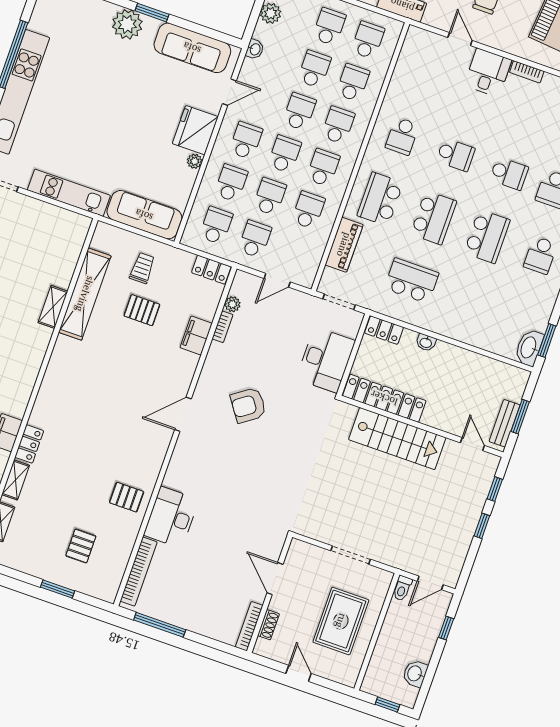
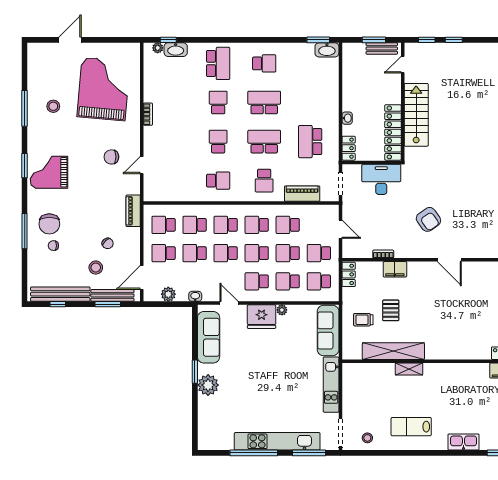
desk: (488, 73) -> (157, 139), removed
school desk: (380, 199) -> (264, 181), width x0.54
plant: (232, 304) -> (366, 253), removed

